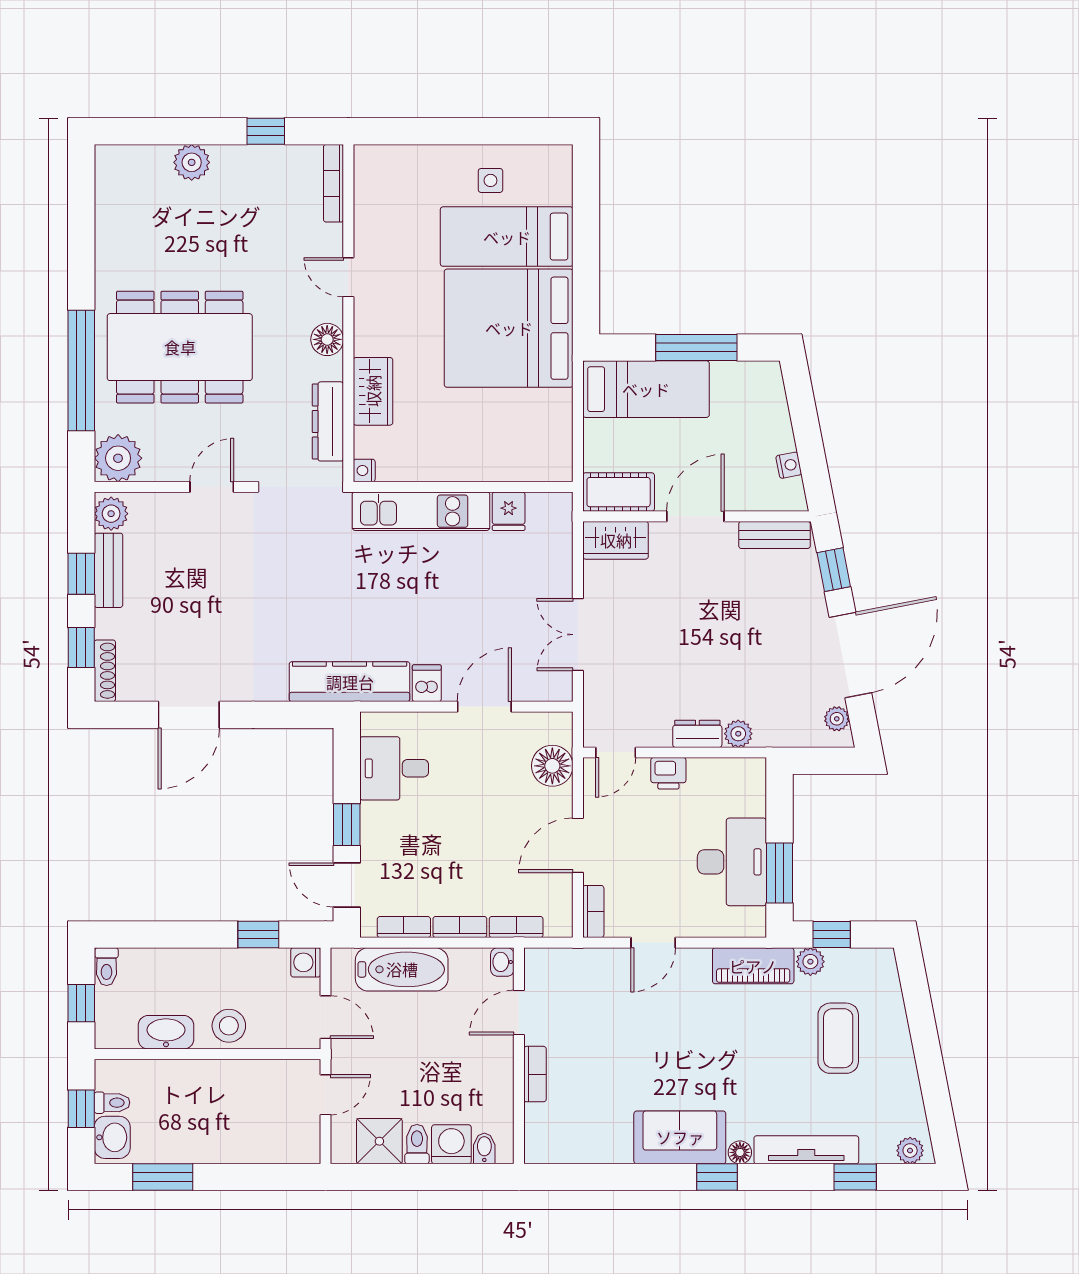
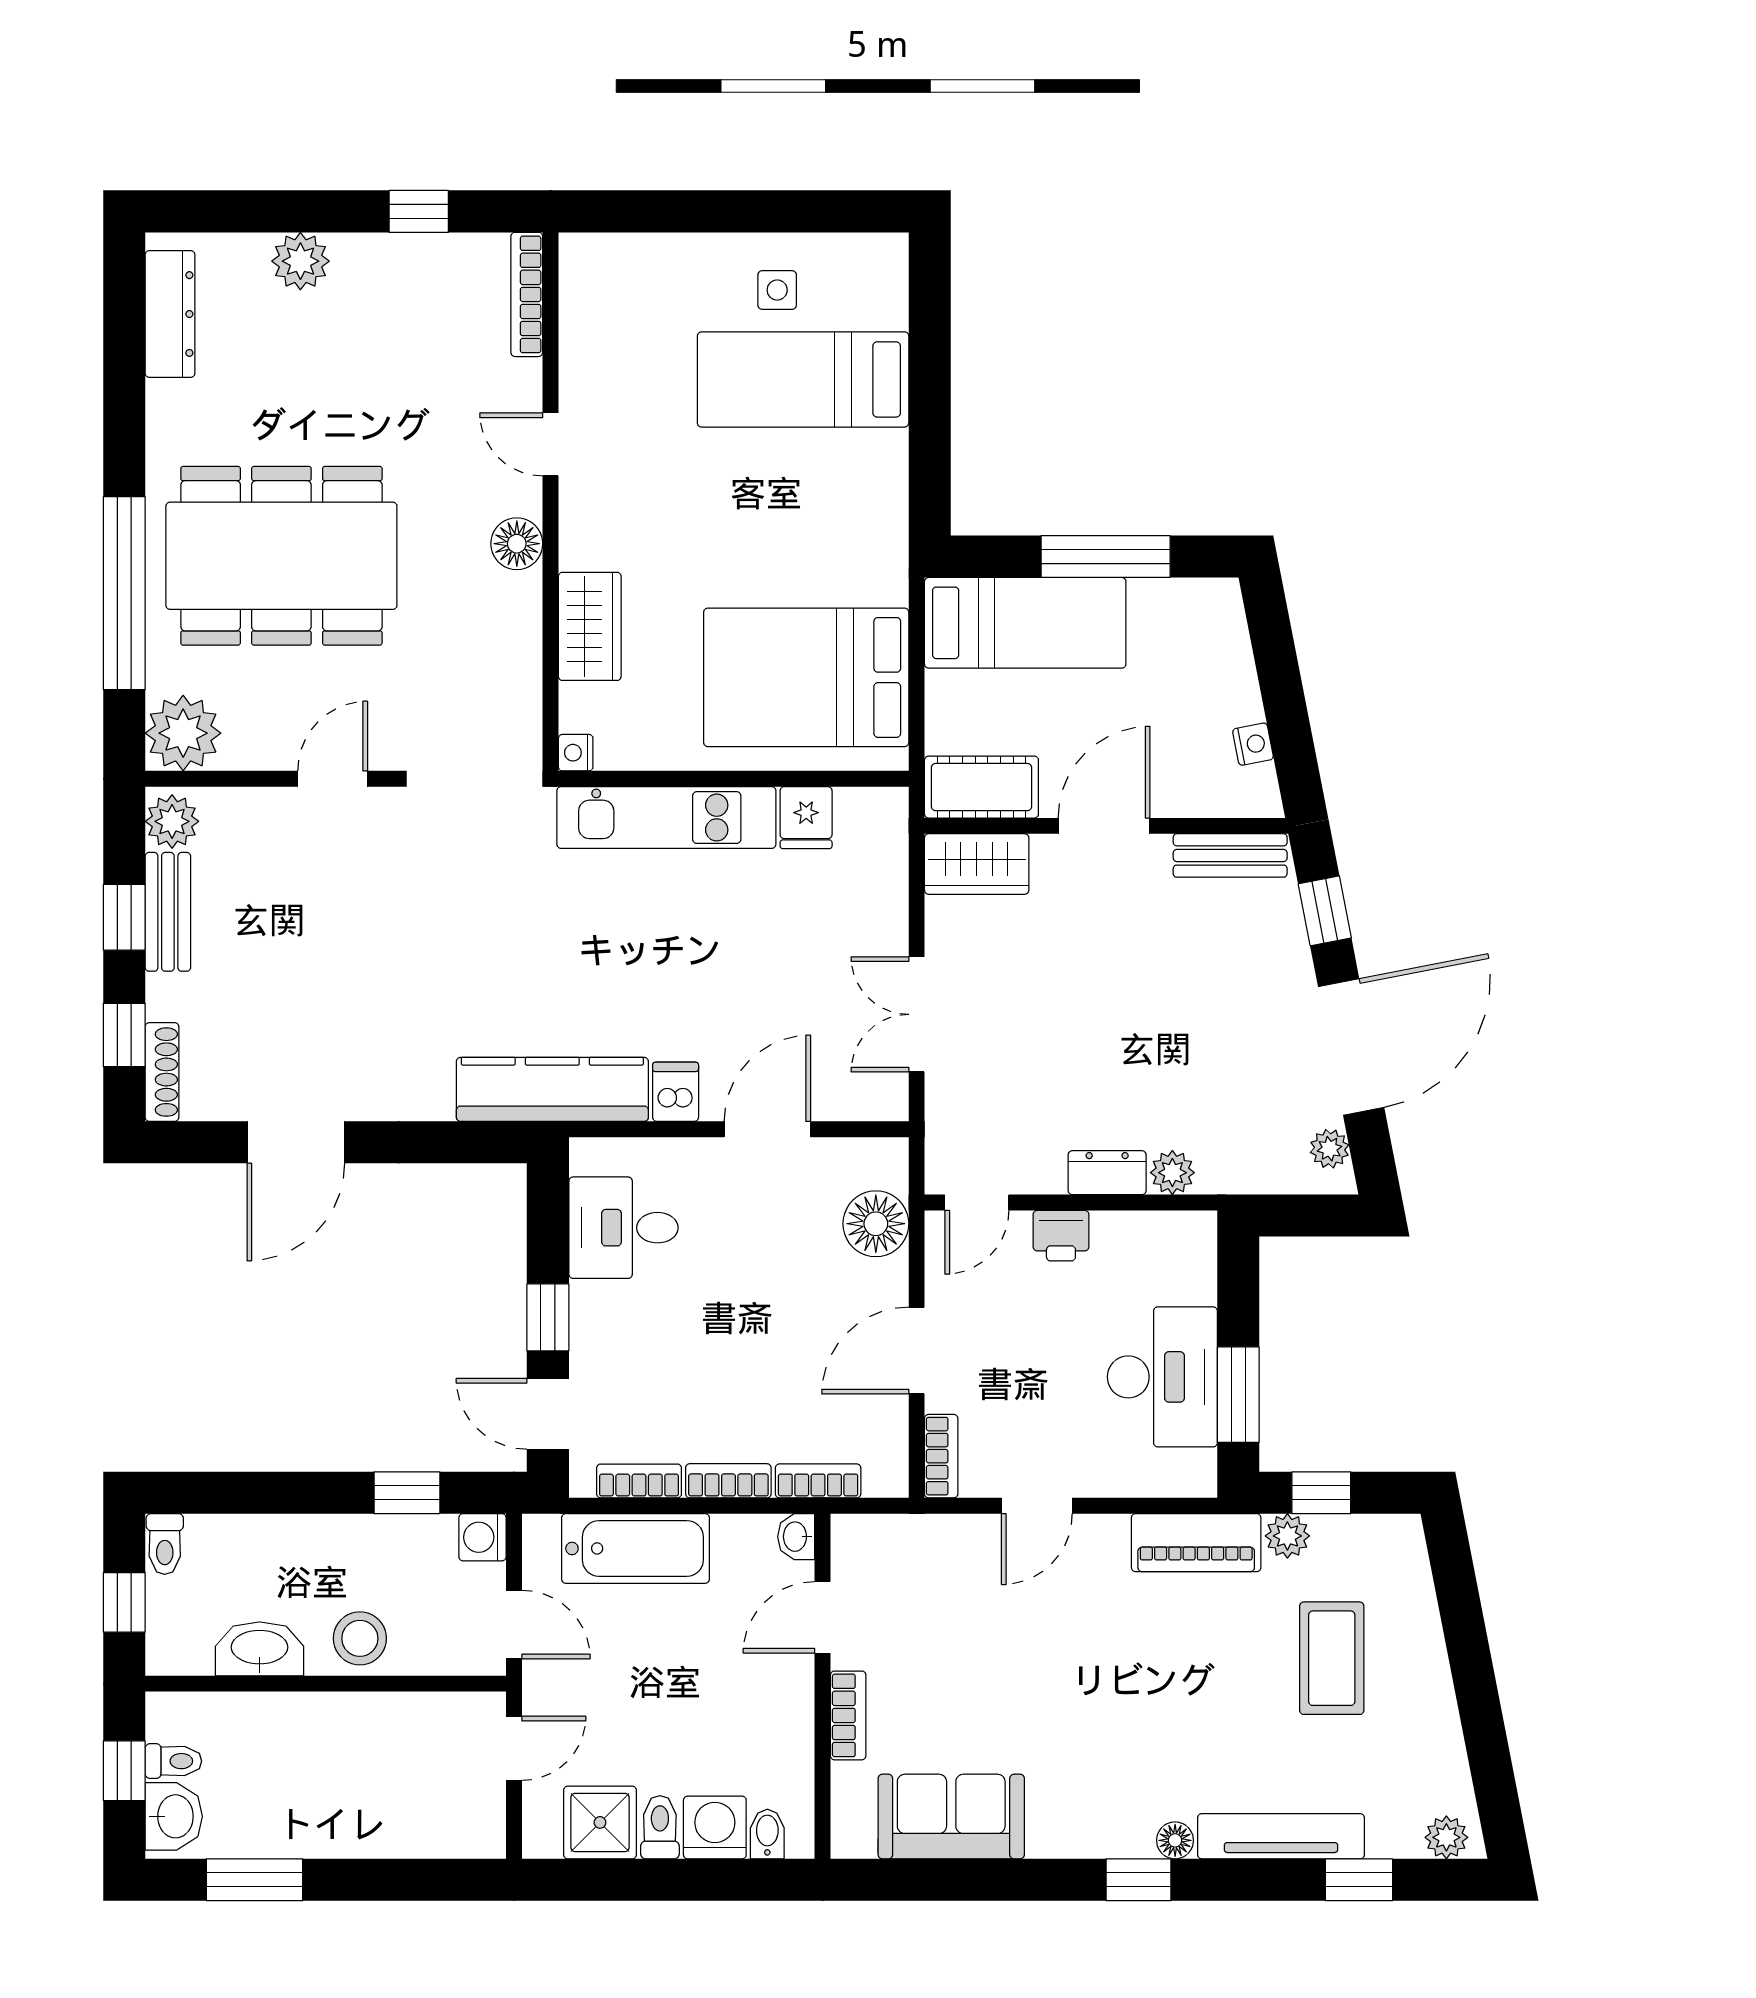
bed: (509, 328) -> (806, 677), moved, width x0.73
dresser: (328, 421) -> (170, 314), moved, turned 180
sofa: (680, 1137) -> (951, 1817), moved

